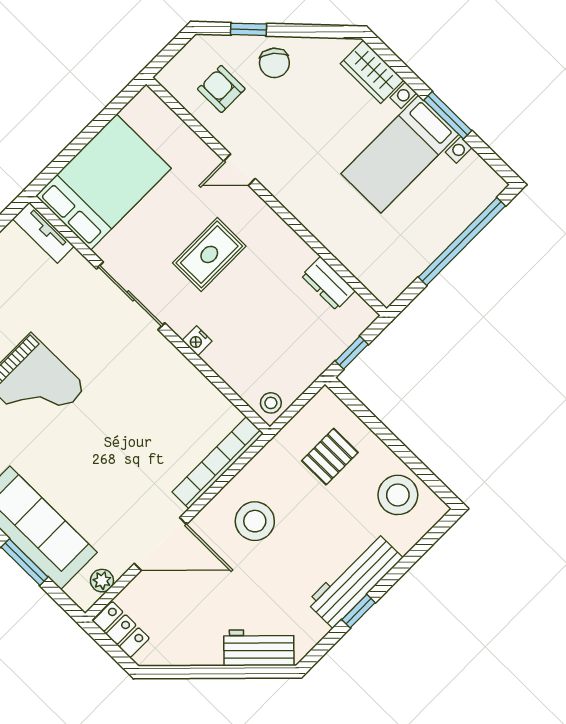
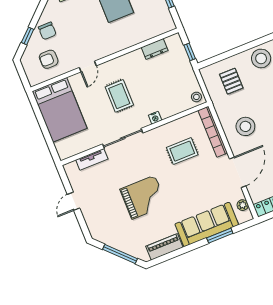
chair: (274, 63) -> (47, 31), turned 50
bed: (103, 182) -> (60, 110), moved, turned 180
tv unit: (43, 233) -> (92, 159), moved
rug: (156, 420) -> (182, 151), added

